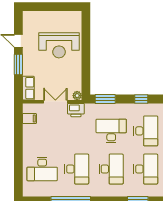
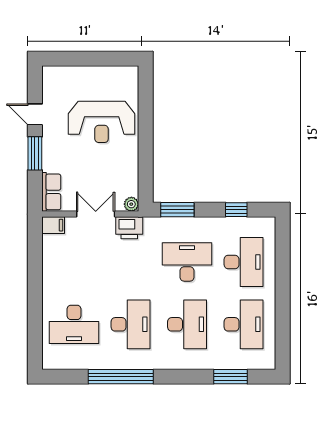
filing cabinet: (29, 119) -> (53, 225), moved

